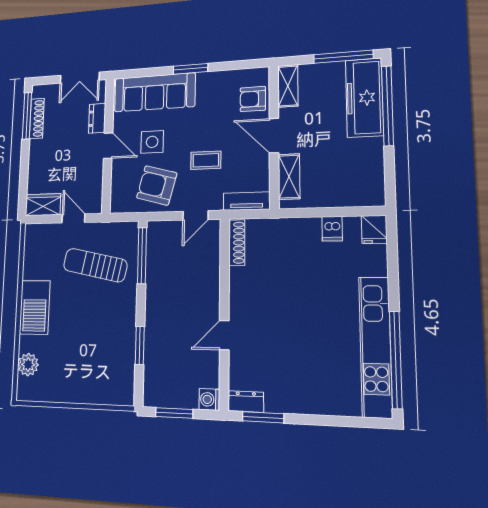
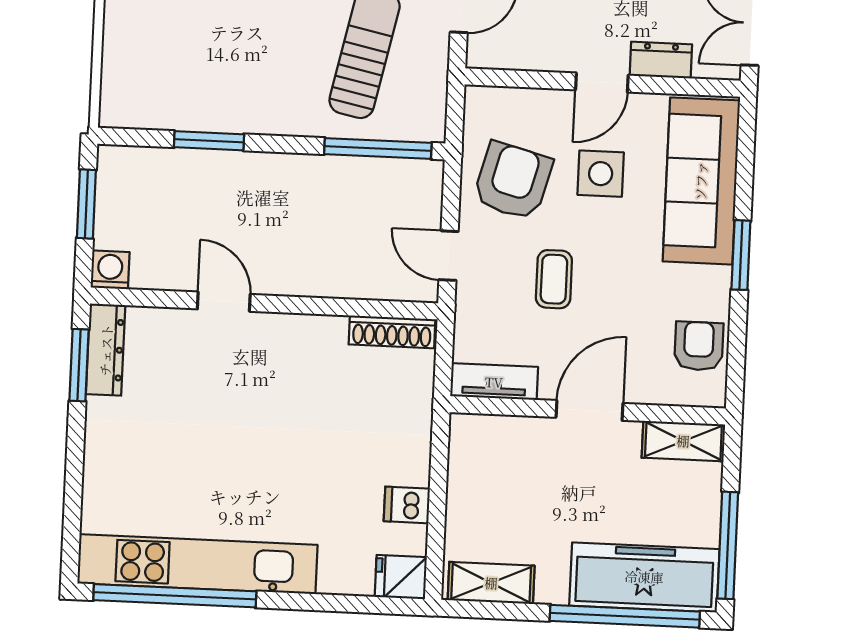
armchair: (253, 99) -> (699, 346), moved
shelving: (289, 177) -> (491, 583), moved
tv unit: (247, 201) -> (494, 382), moved, turned -90
dresser: (246, 402) -> (106, 350), width x1.44

